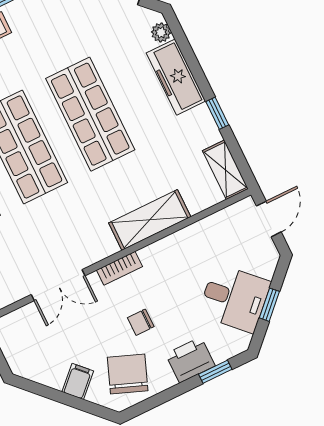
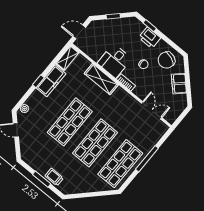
freezer: (176, 77) -> (51, 81), moved
window: (217, 113) -> (38, 81), moved
double door: (58, 285) -> (152, 110), moved
desk: (234, 298) -> (115, 61), moved, turned -135
filing cabinet: (78, 381) -> (179, 84), width x2.00

